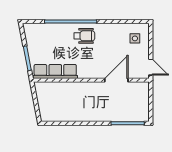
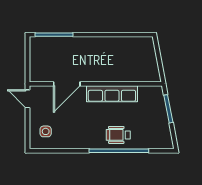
wheelchair: (84, 36) -> (118, 135), moved
row of seats: (55, 71) -> (112, 94), moved

